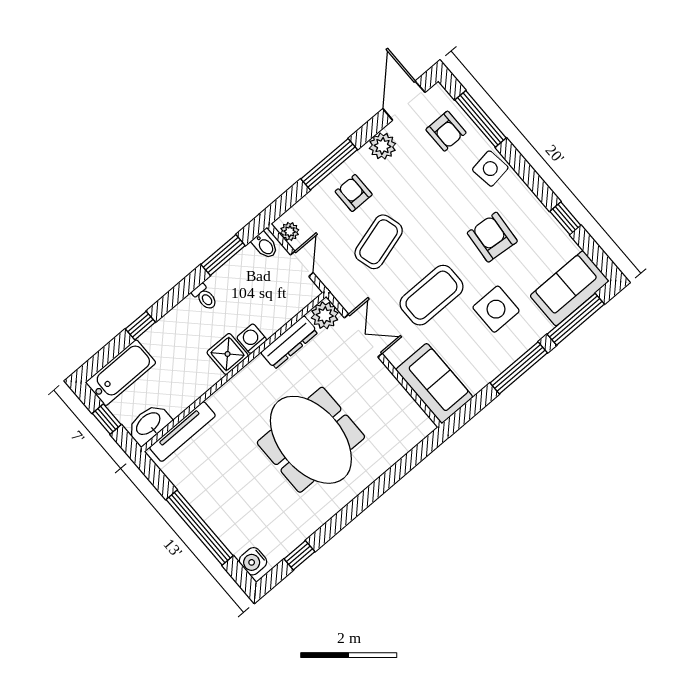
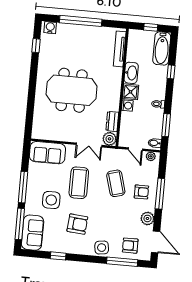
dresser: (289, 342) -> (112, 121), width x0.70
washbasin: (149, 424) -> (131, 73), moved

